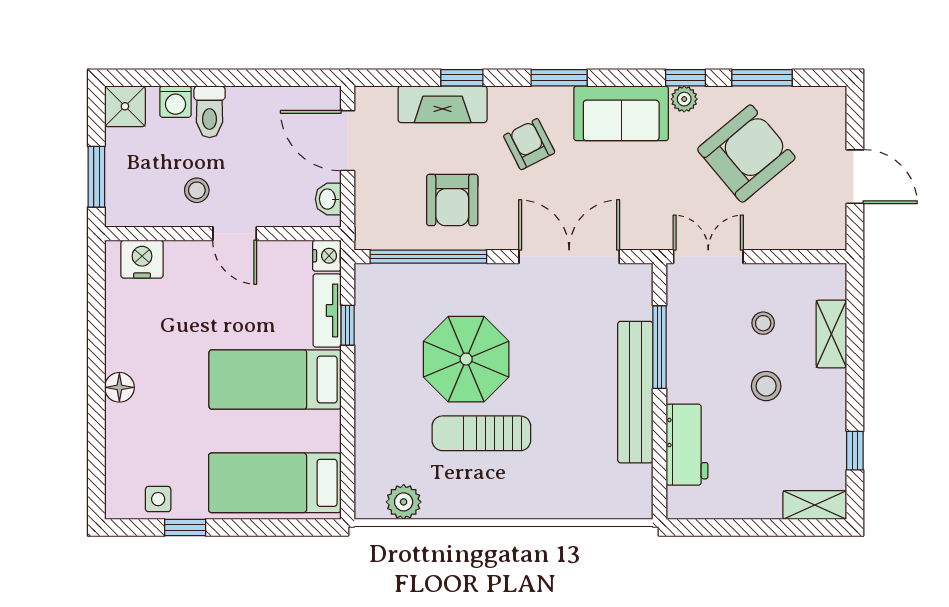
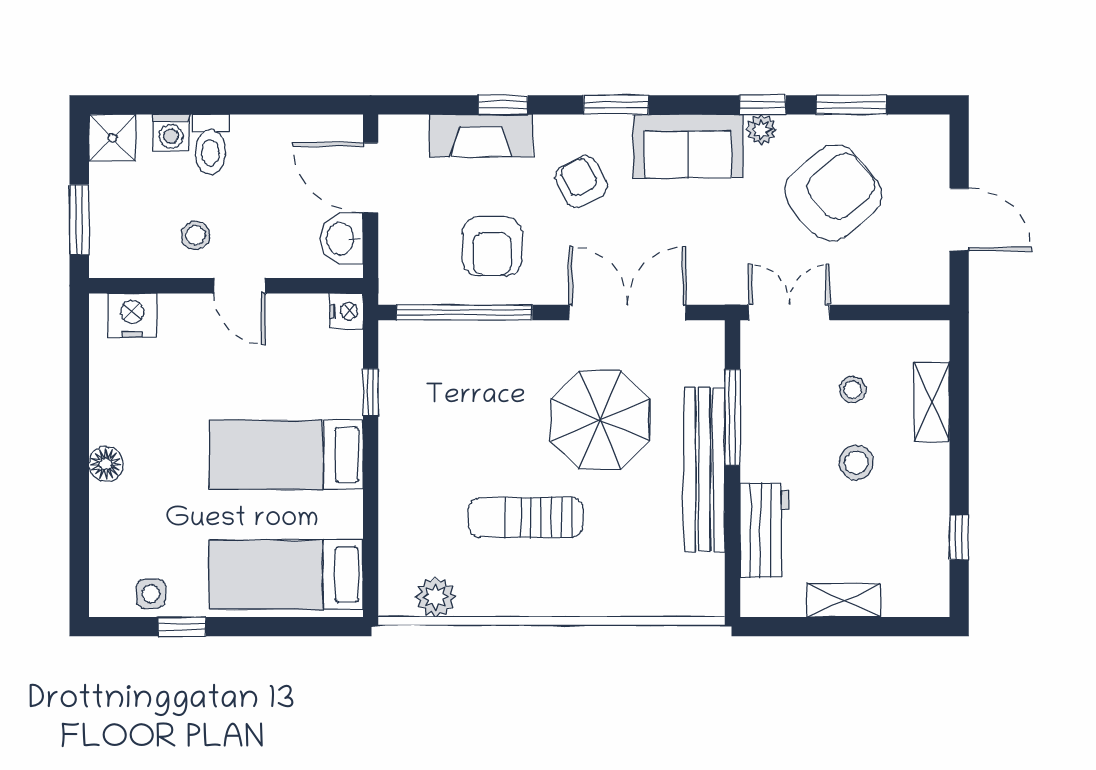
washbasin: (328, 199) -> (341, 238), width x1.38, depth x1.45
tv unit: (327, 310) -> (347, 375), removed
parasol: (466, 359) -> (600, 420), moved
shelving: (815, 505) -> (844, 600), moved

